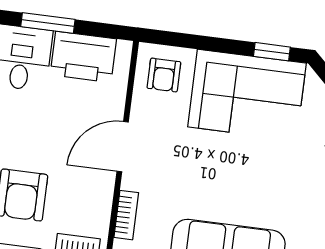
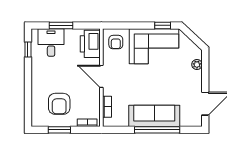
printer: (83, 57) -> (90, 44), moved, turned 90
door: (123, 147) -> (101, 76), hinge flipped

